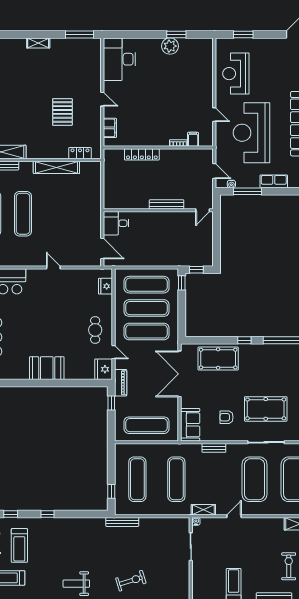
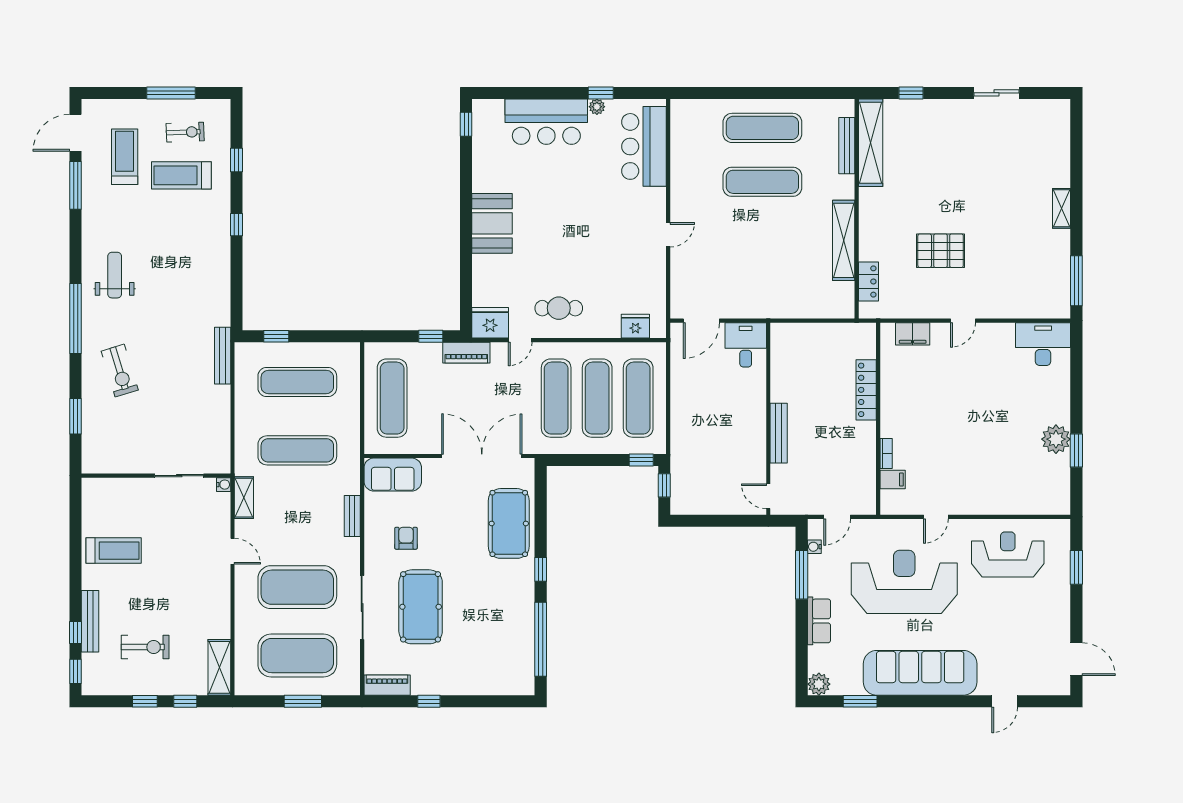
desk: (119, 59) -> (1043, 344), width x0.73, depth x0.77

